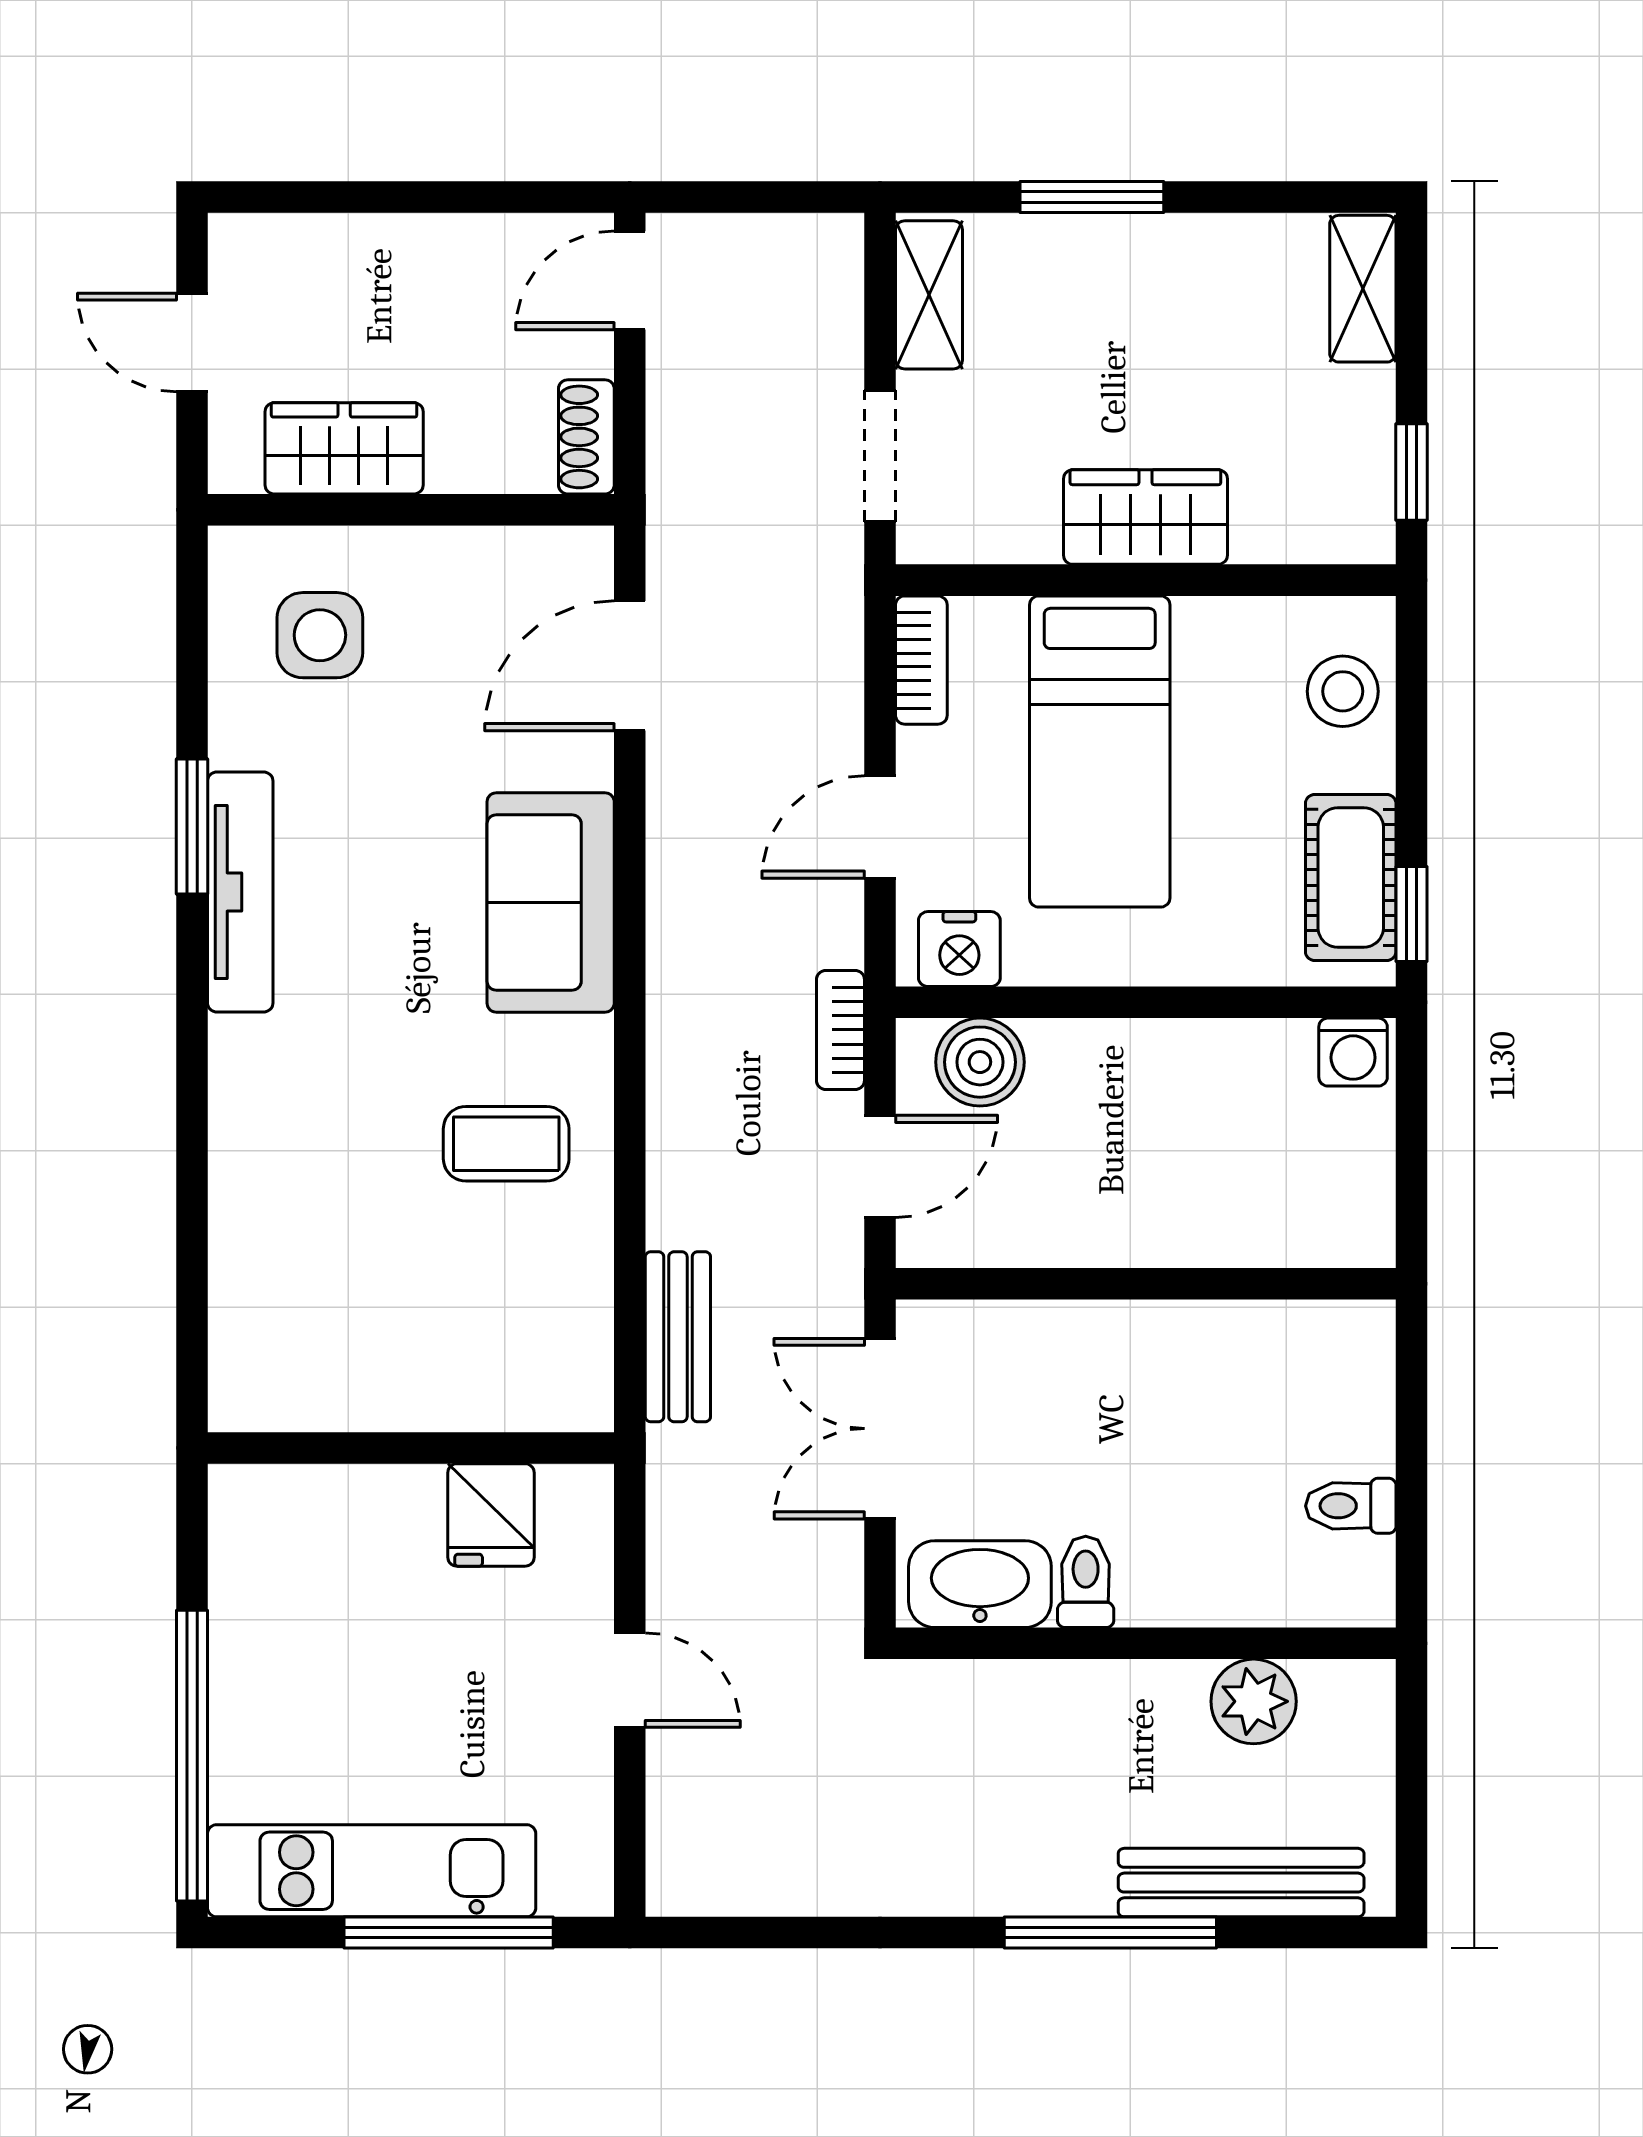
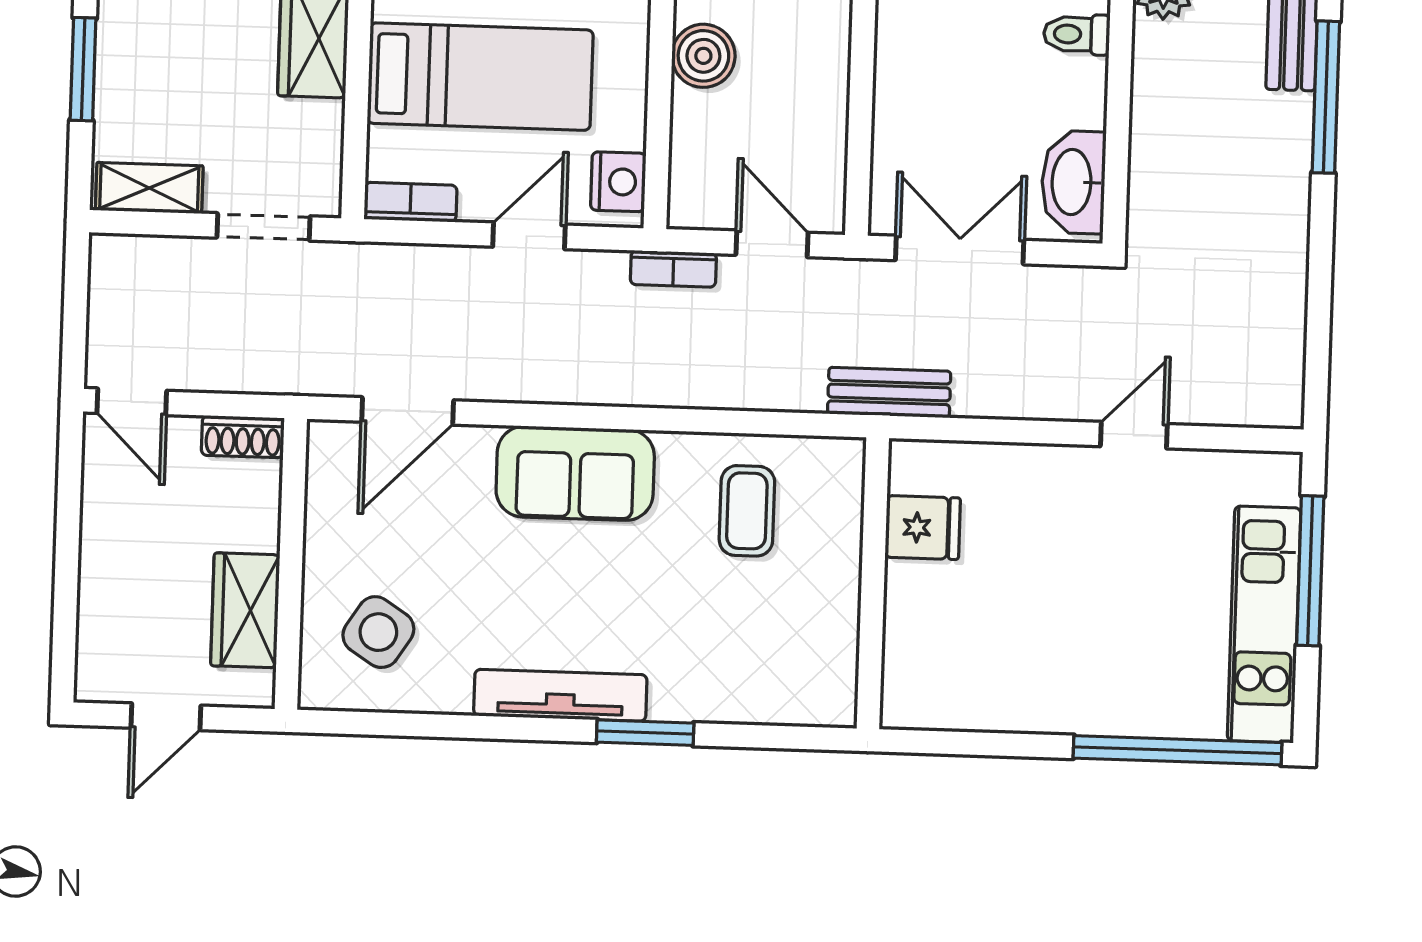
side table: (320, 635) -> (378, 632), turned 33
door: (630, 666) -> (408, 411), hinge flipped
window: (192, 826) -> (645, 733), moved
door: (880, 827) -> (529, 236), swing flipped
boiler: (980, 1062) -> (703, 56), moved
double door: (880, 1429) -> (960, 250), swing flipped
wall: (411, 1448) -> (873, 583), moved
fridge: (491, 1515) -> (923, 528), moved
toilet: (1086, 1582) -> (1077, 34), moved

